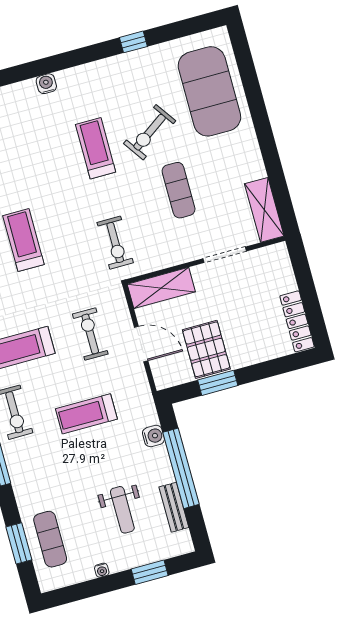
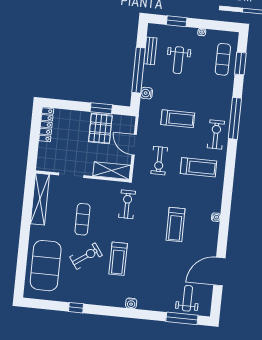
shelving: (264, 210) -> (40, 199), width x1.47
weight bench: (122, 510) -> (178, 60), turned 180

